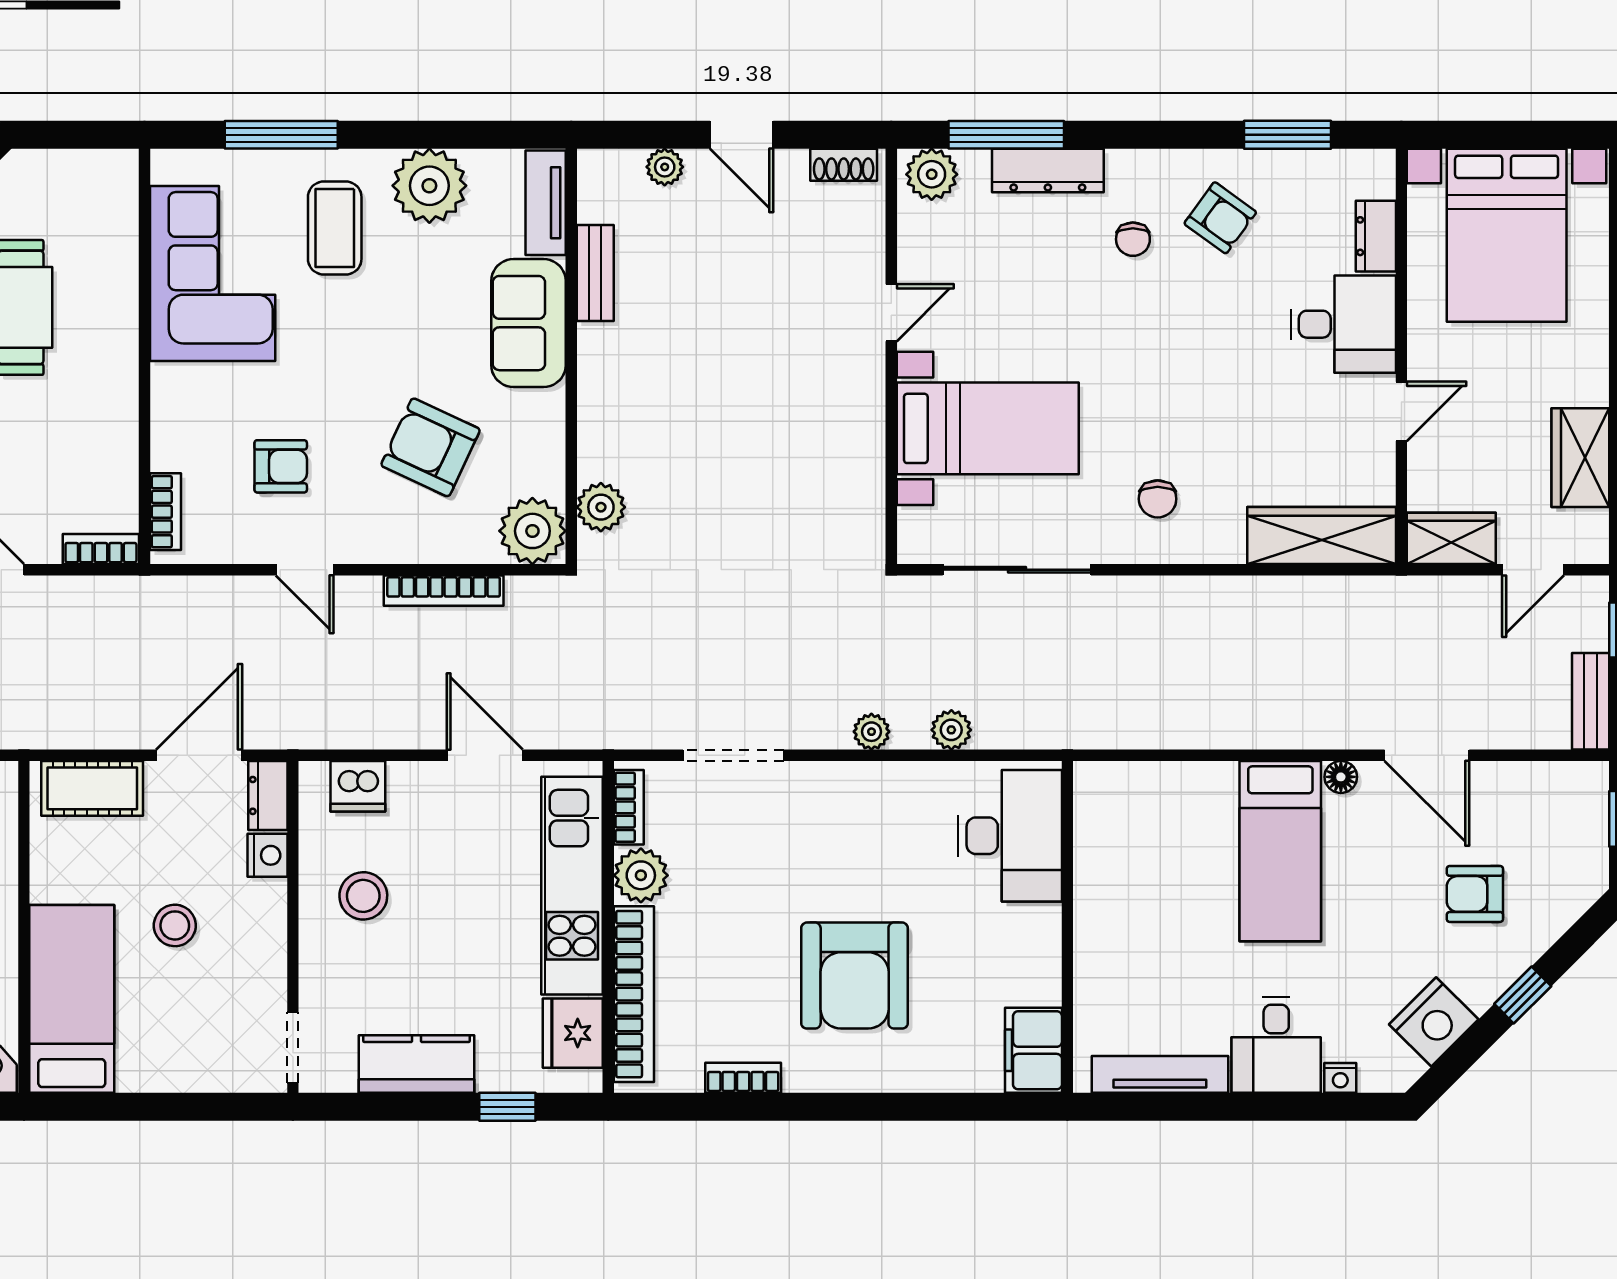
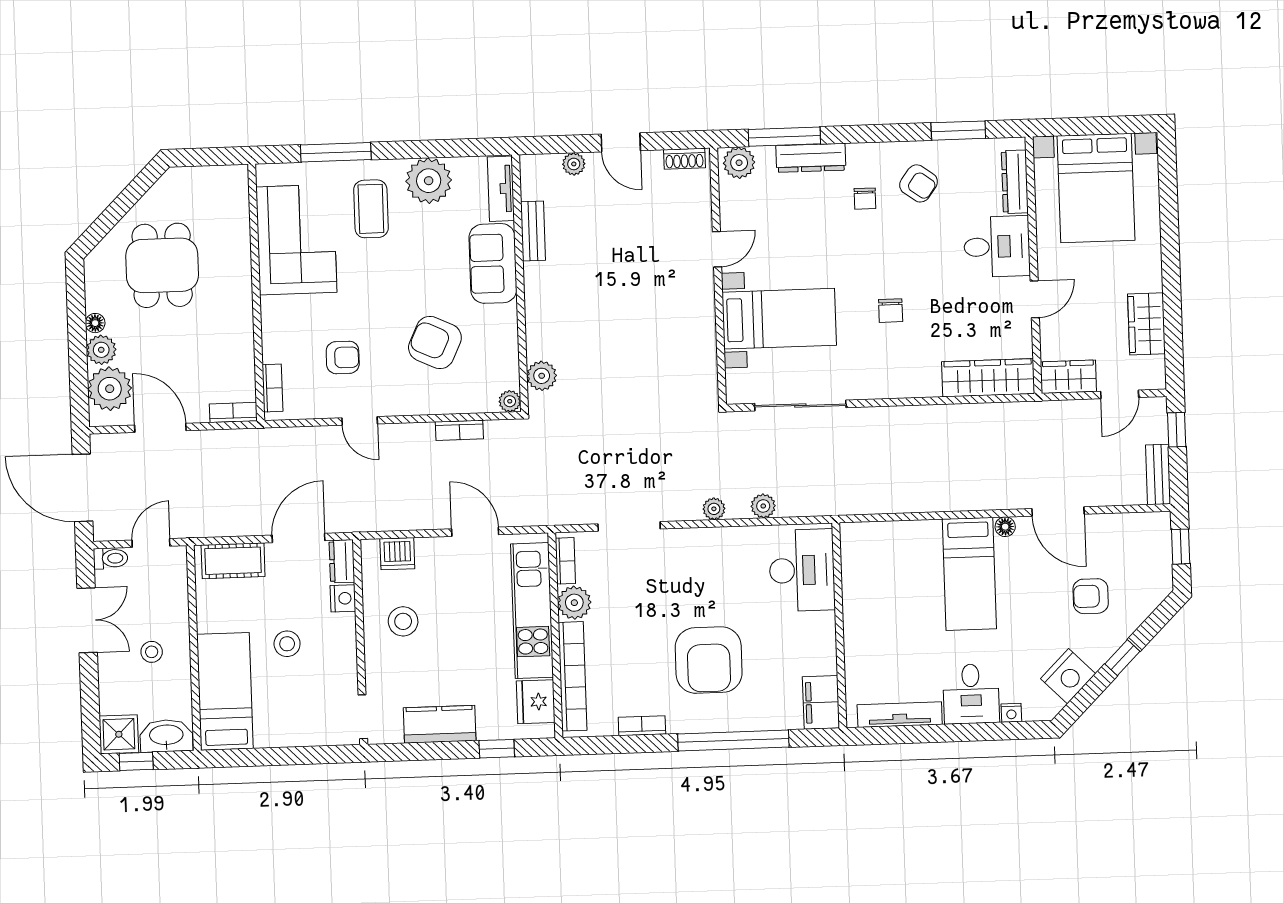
dresser: (1376, 236) -> (1015, 182), width x1.44
chair: (1158, 499) -> (891, 311), moved
plant: (532, 531) -> (510, 401), width x0.53, depth x0.53
bookcase: (444, 591) -> (459, 430), width x0.64
window: (890, 1107) -> (733, 740), added

